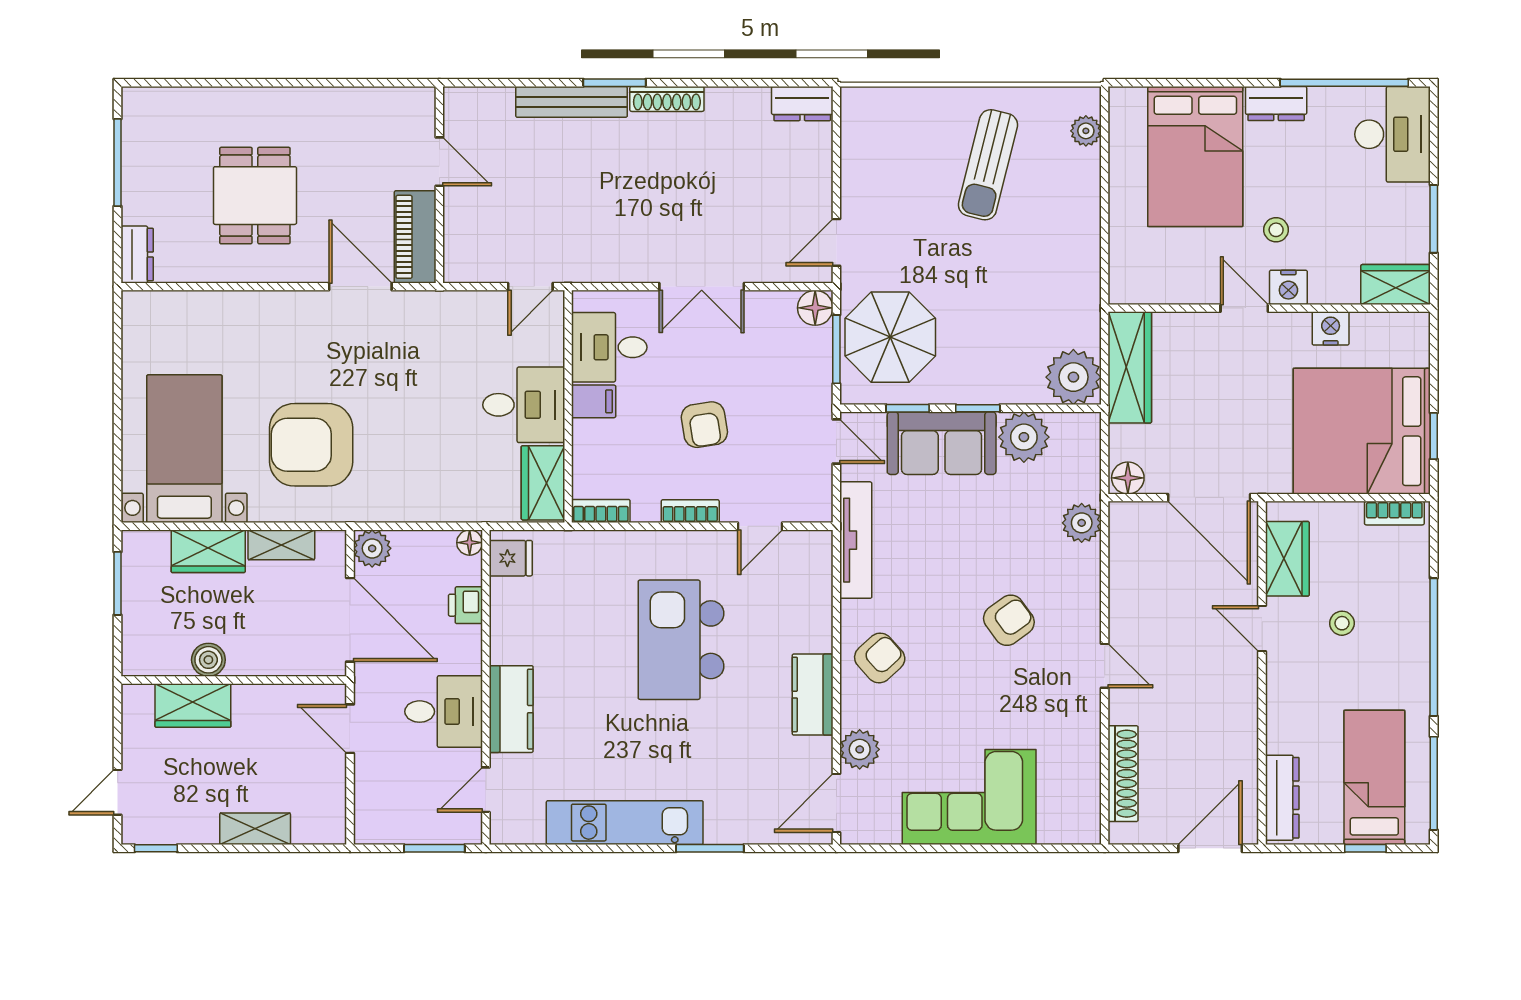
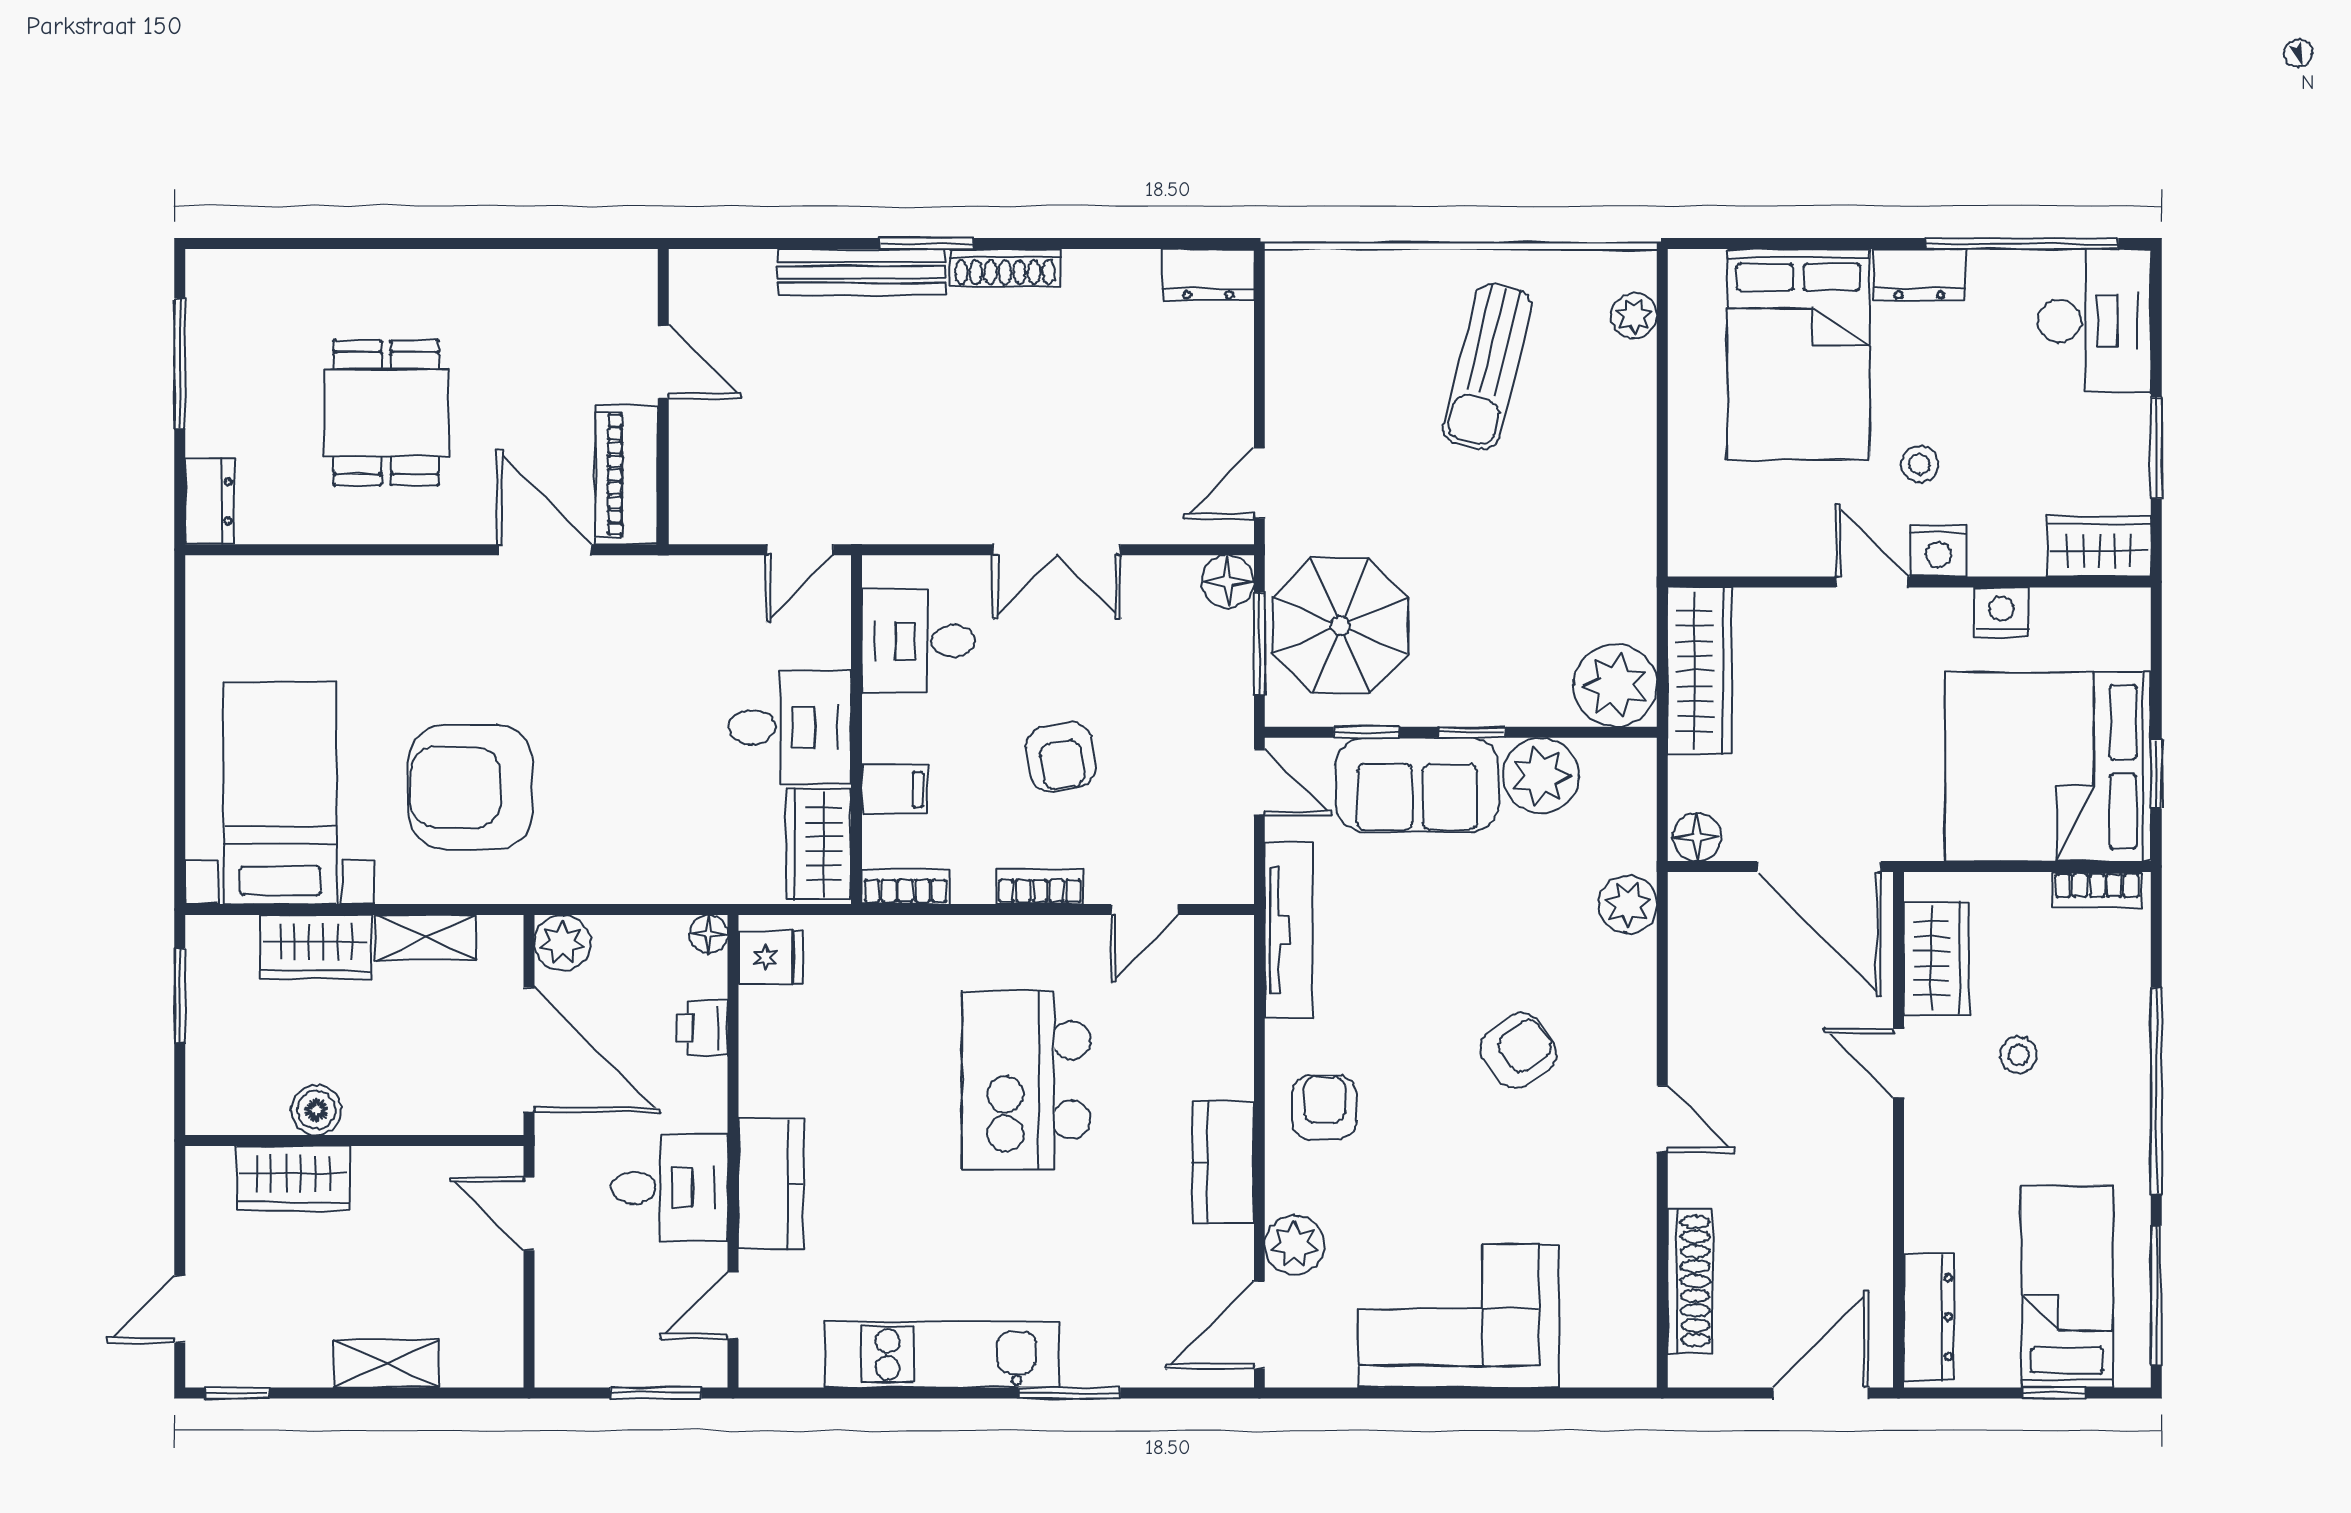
filing cabinet: (594, 401) -> (895, 789), moved
armchair: (880, 658) -> (1324, 1107), turned -48

